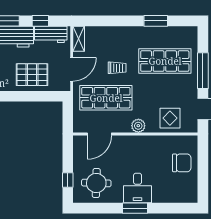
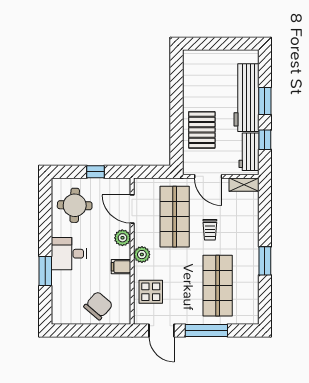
window: (156, 21) -> (265, 261), moved
plant: (124, 142) -> (122, 238), added
filing cabinet: (149, 144) -> (121, 267), added
chair: (182, 163) -> (98, 306), turned -139
window: (68, 180) -> (96, 172), moved
window: (135, 208) -> (45, 271), moved

